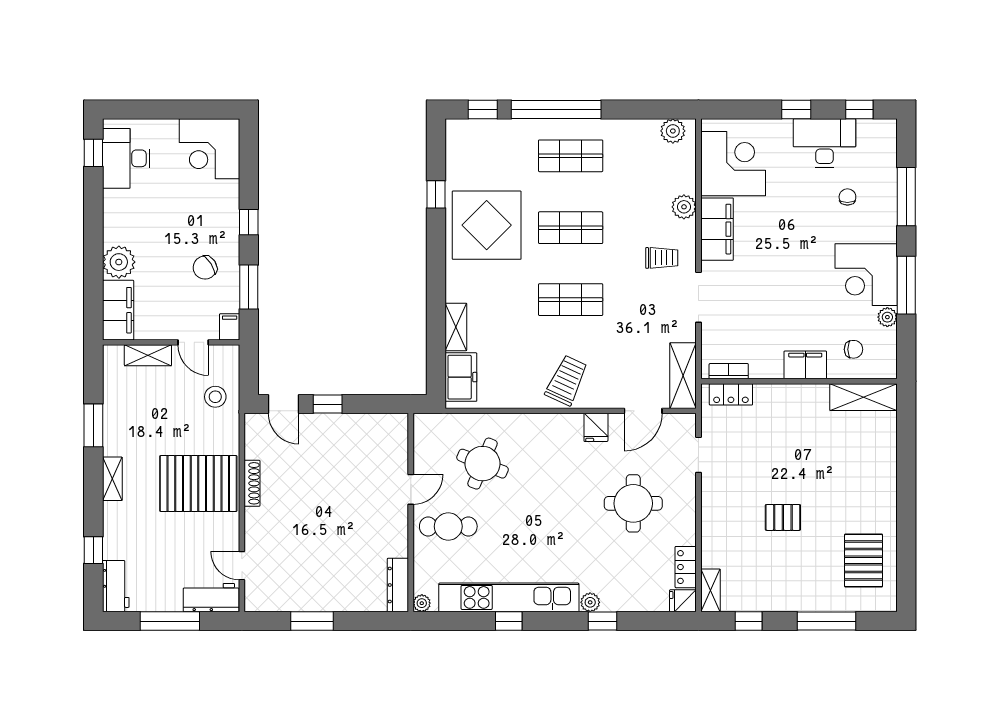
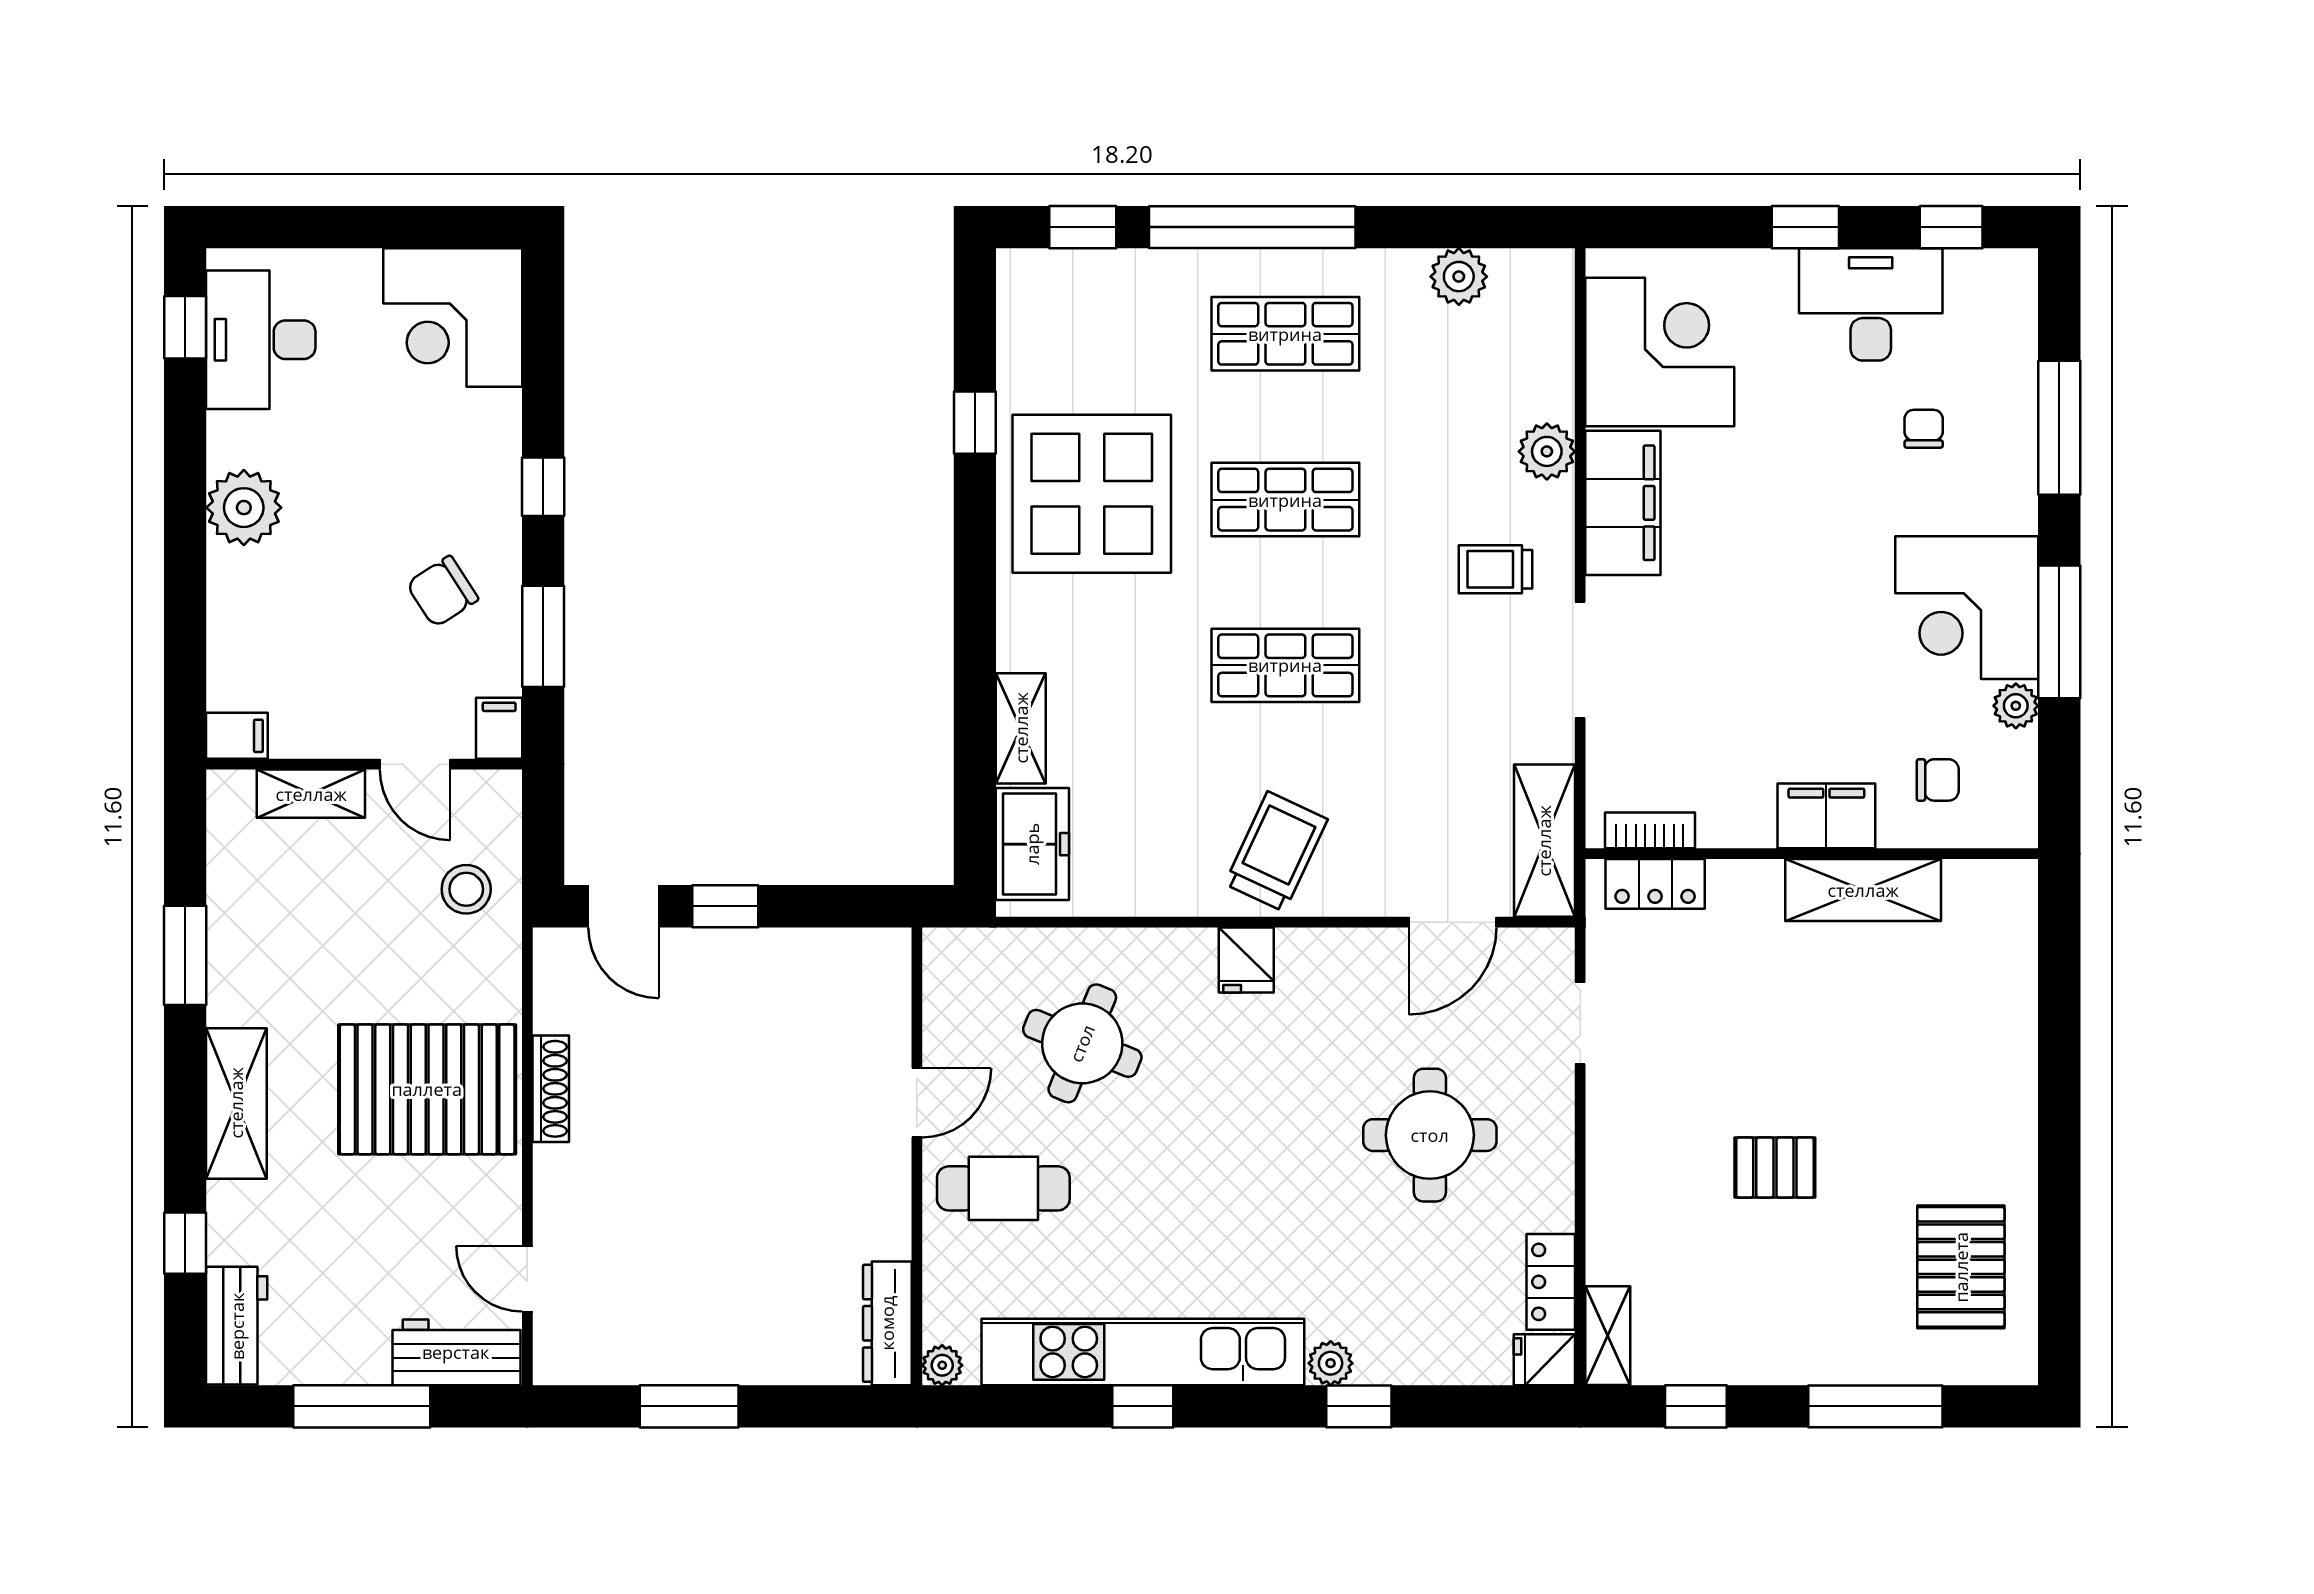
plant: (673, 131) -> (1459, 277), moved
trolley: (662, 258) -> (1495, 569), turned 180
plant: (119, 262) -> (244, 508), moved
filing cabinet: (118, 310) -> (237, 736), width x0.33, depth x0.86
shelving: (863, 397) -> (1863, 890), moved
fridge: (596, 427) -> (1246, 960), moved
shelving: (112, 479) -> (236, 1103), width x1.50, depth x1.33

